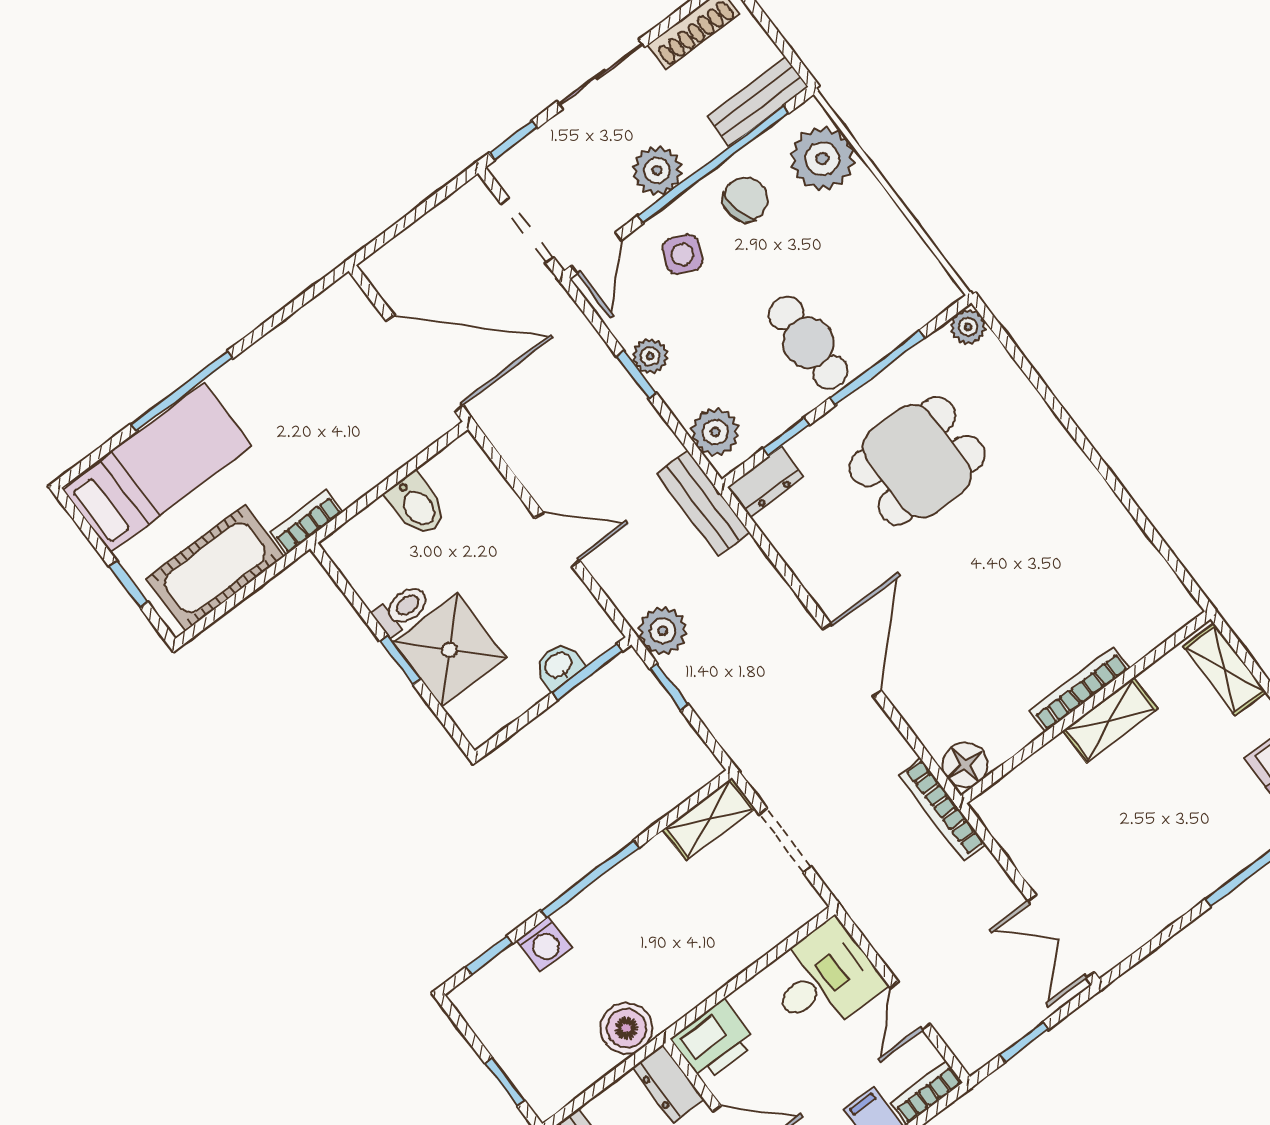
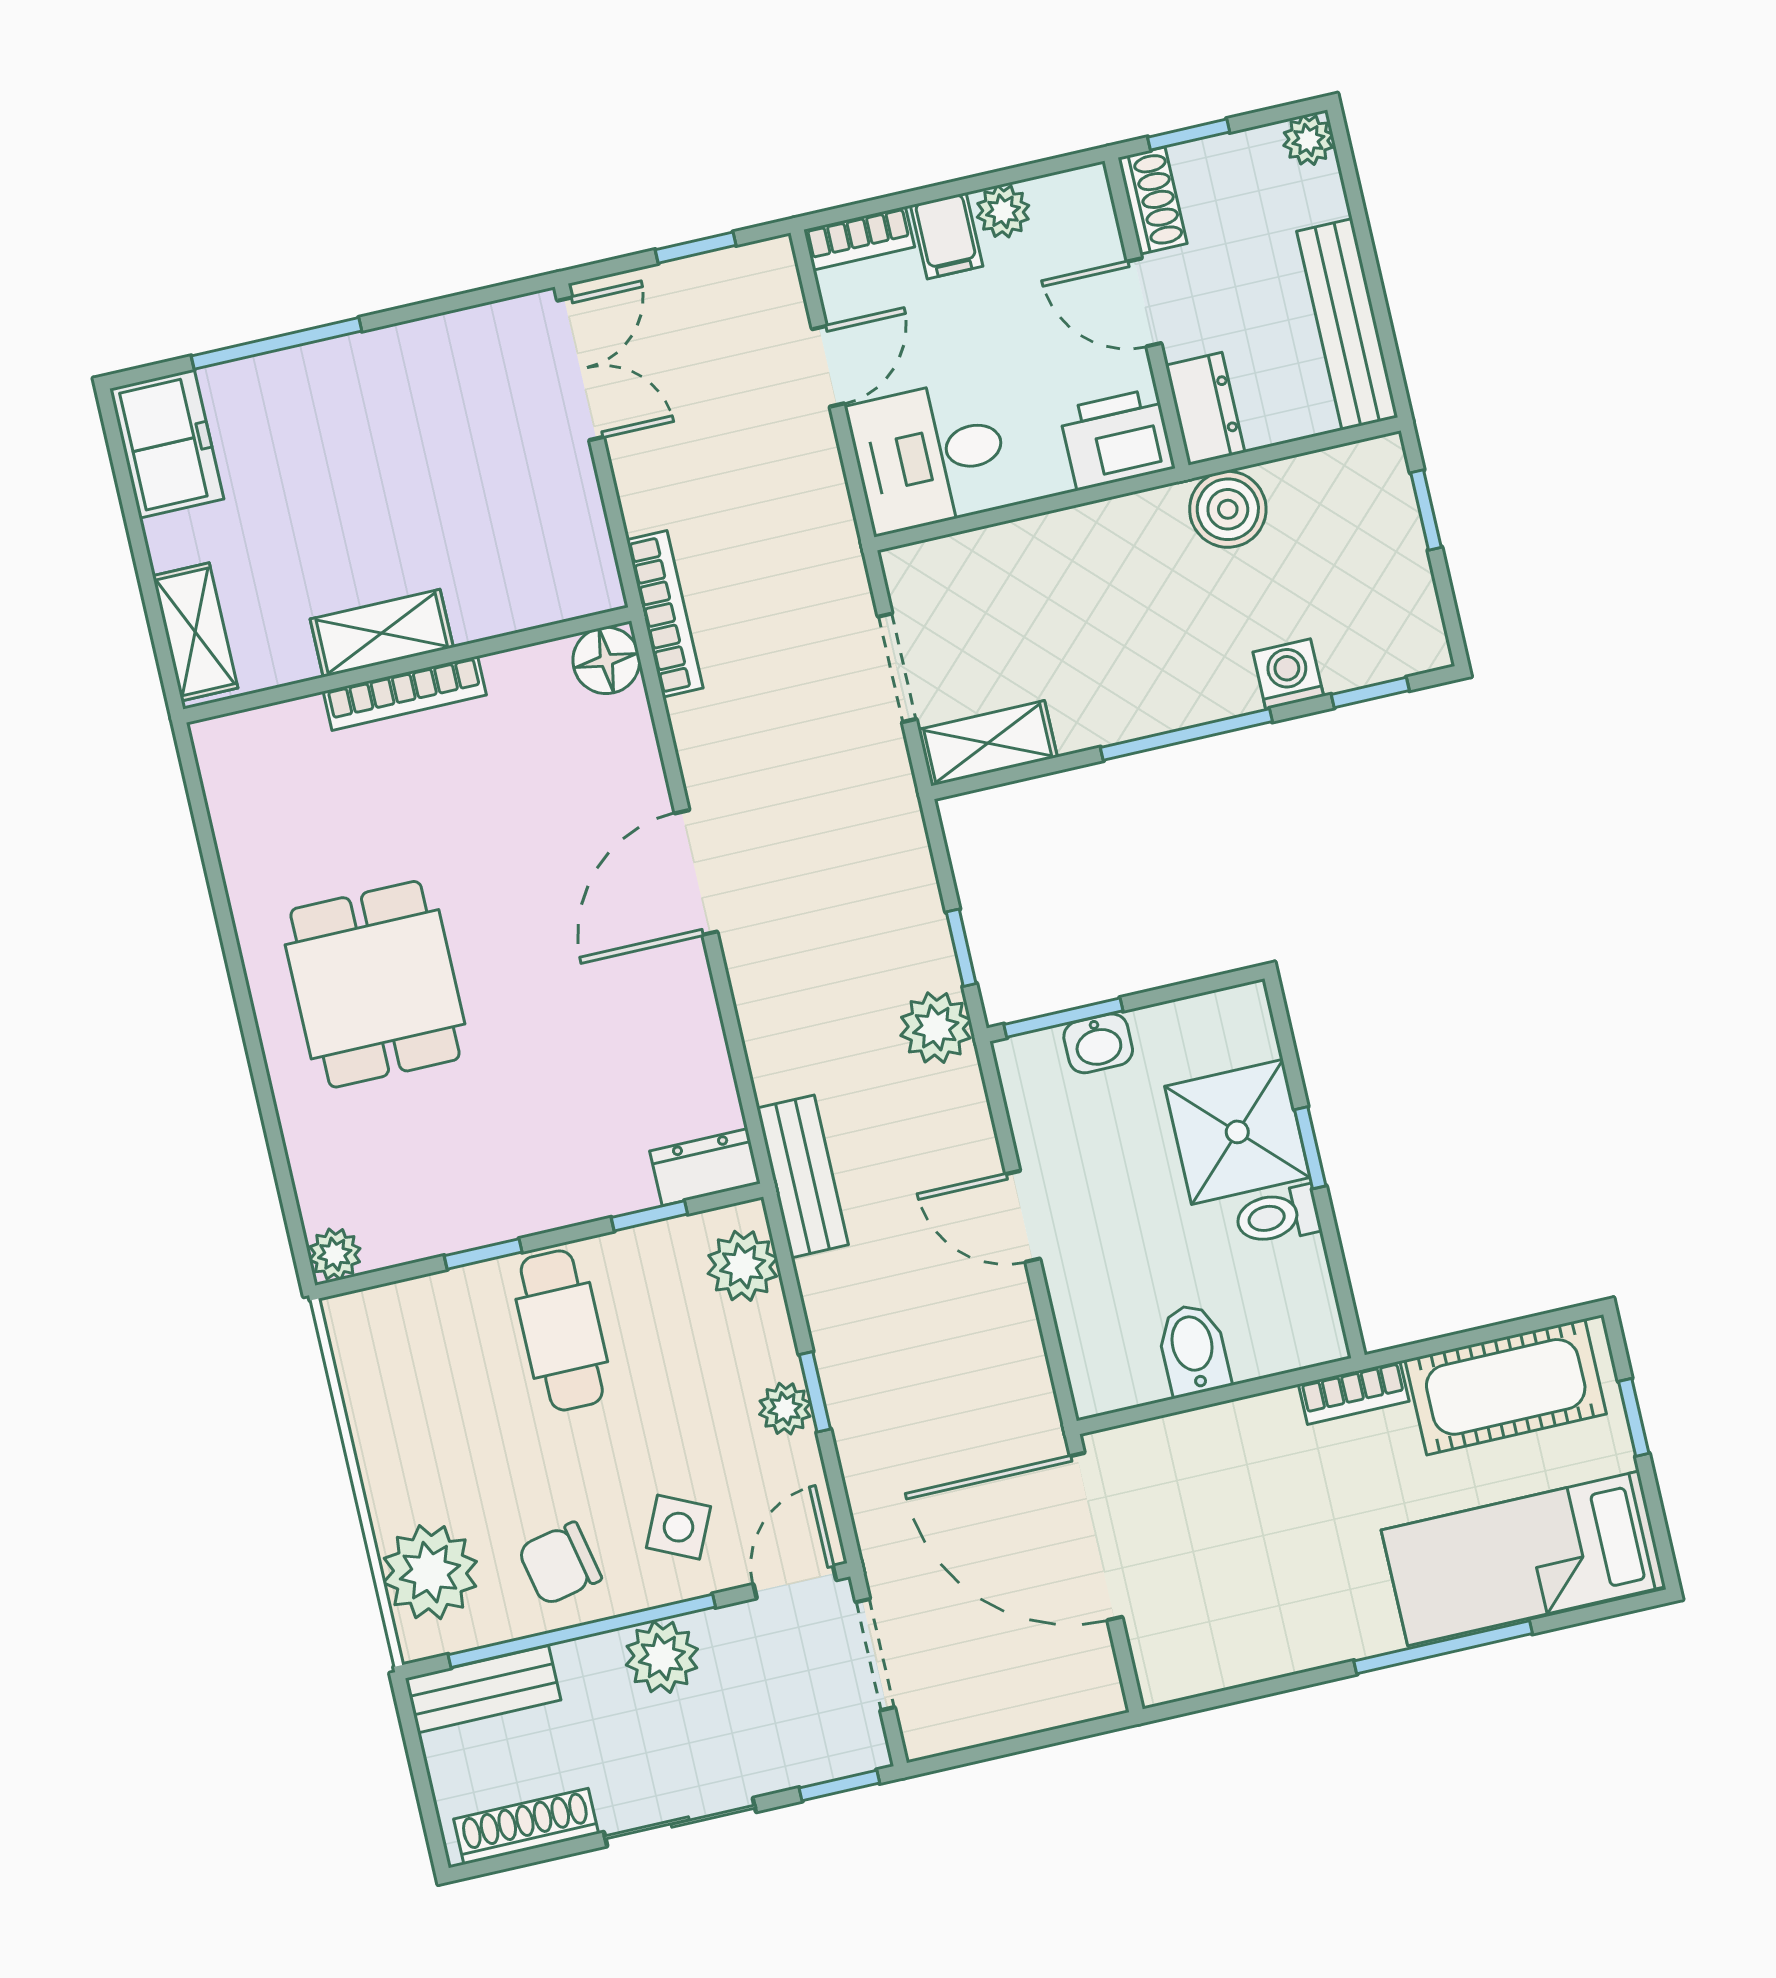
window: (877, 368) -> (483, 1254), width x0.46
dining table: (917, 461) -> (375, 984), moved, turned 90

